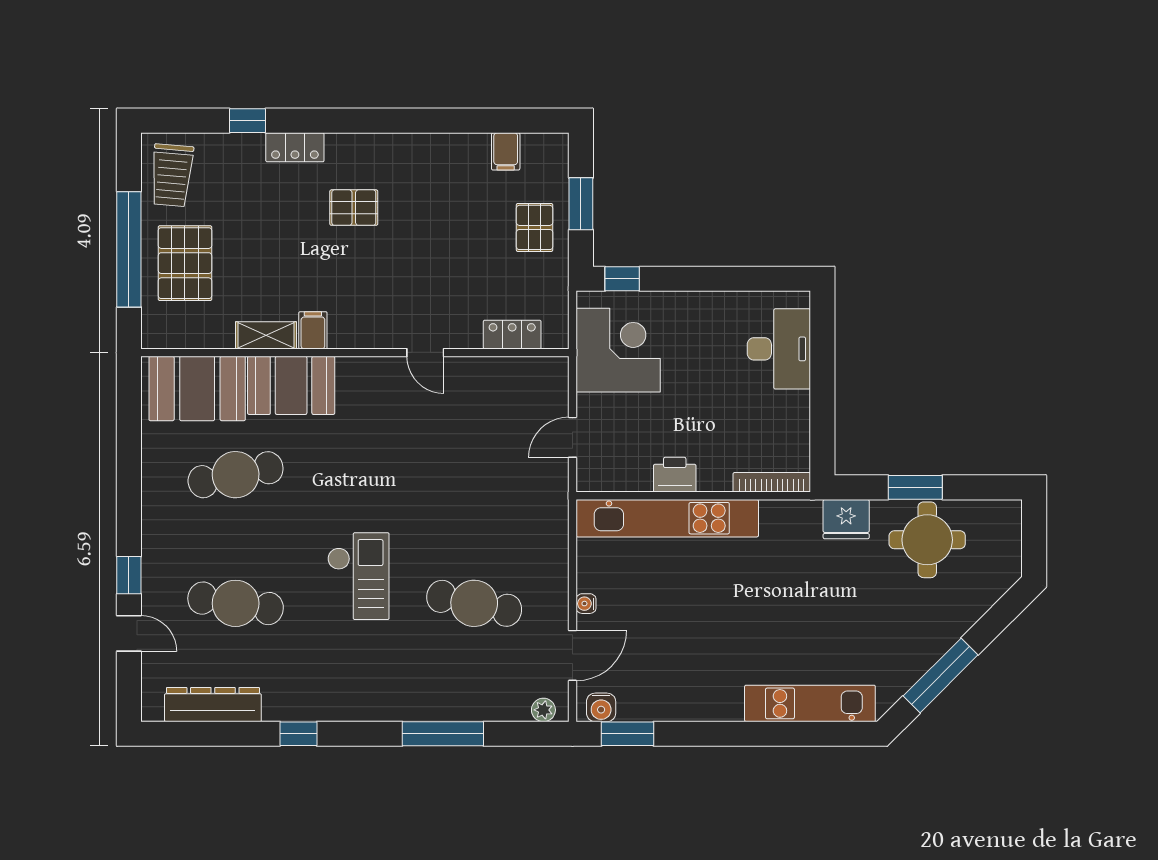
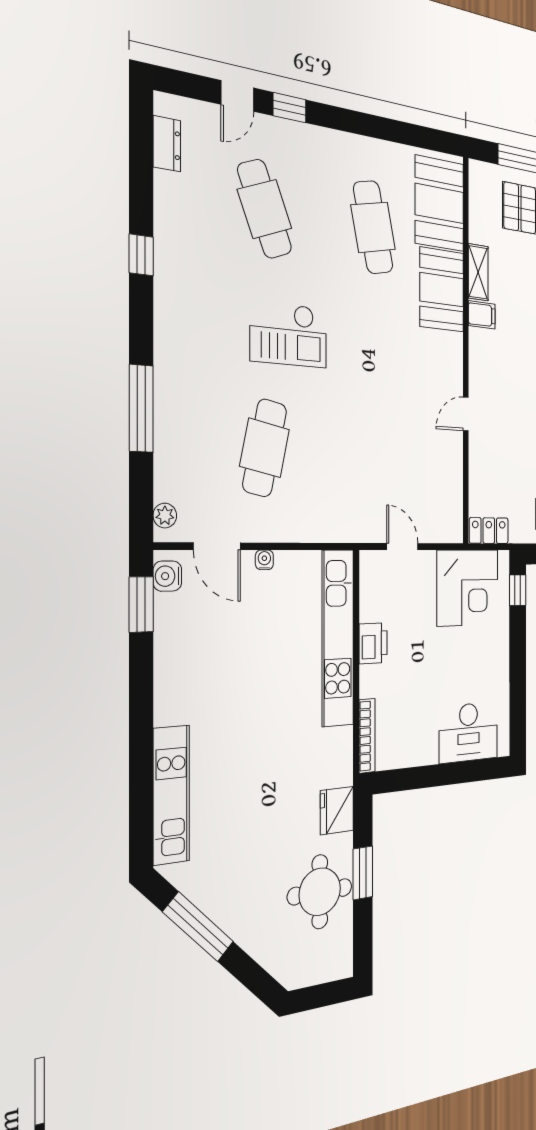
locker: (512, 335) -> (489, 531), moved, turned -90
cafe table: (236, 603) -> (265, 209), turned -30
dresser: (213, 705) -> (167, 144), width x0.51, depth x0.80

